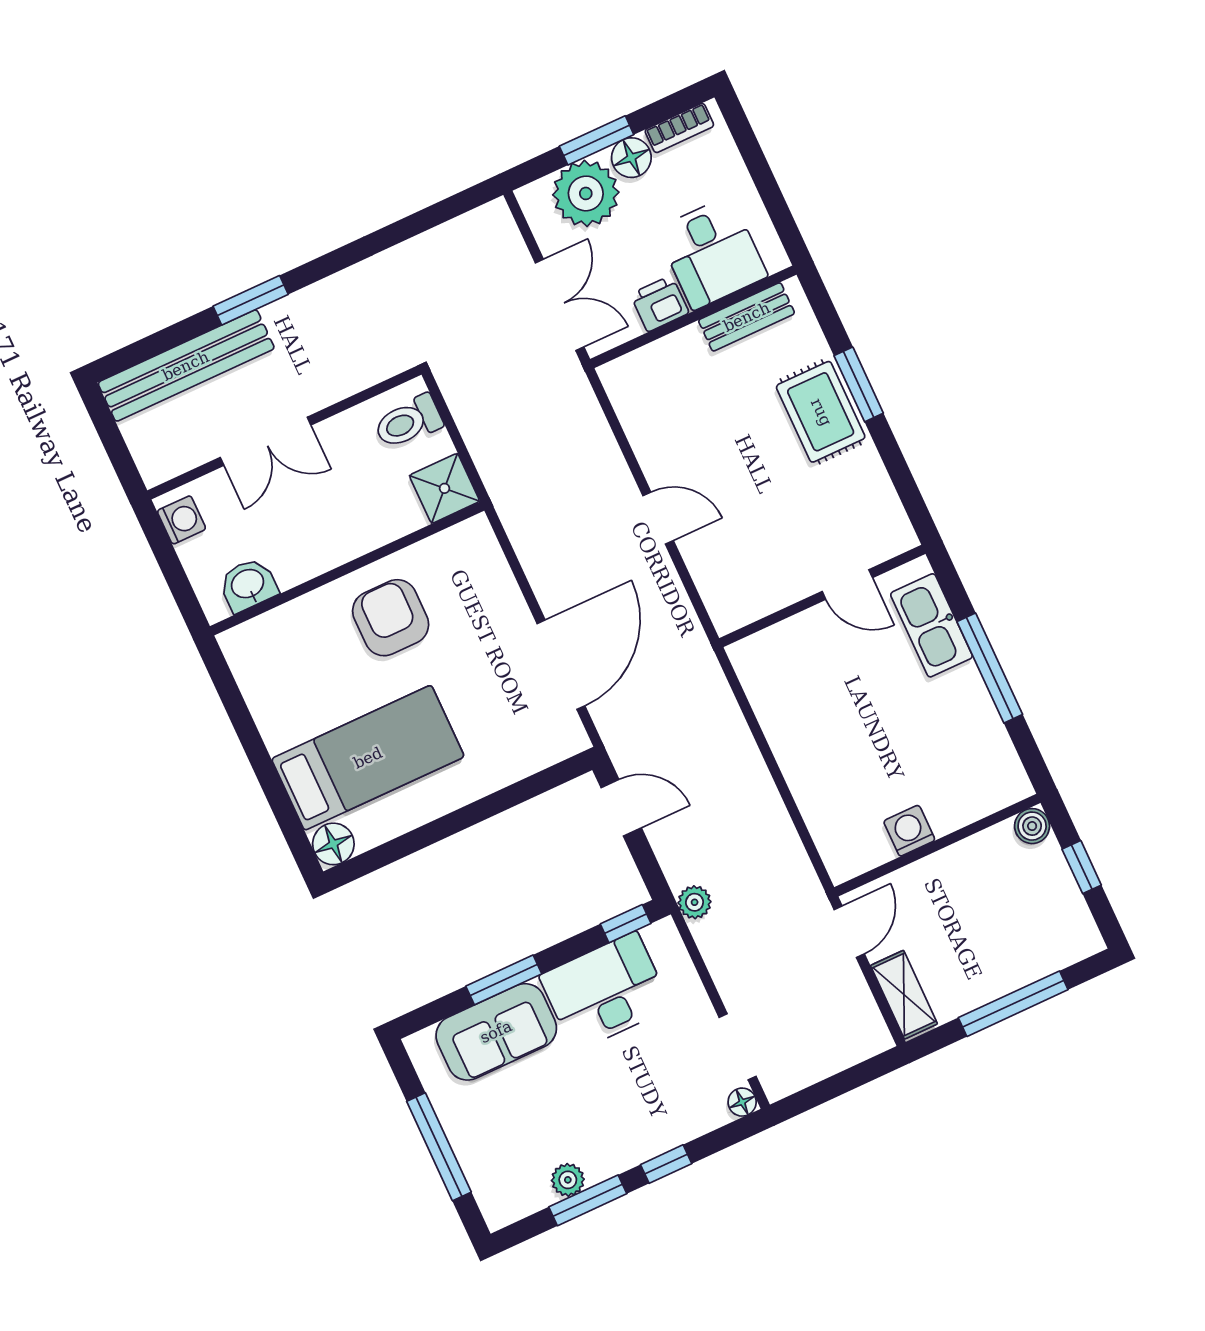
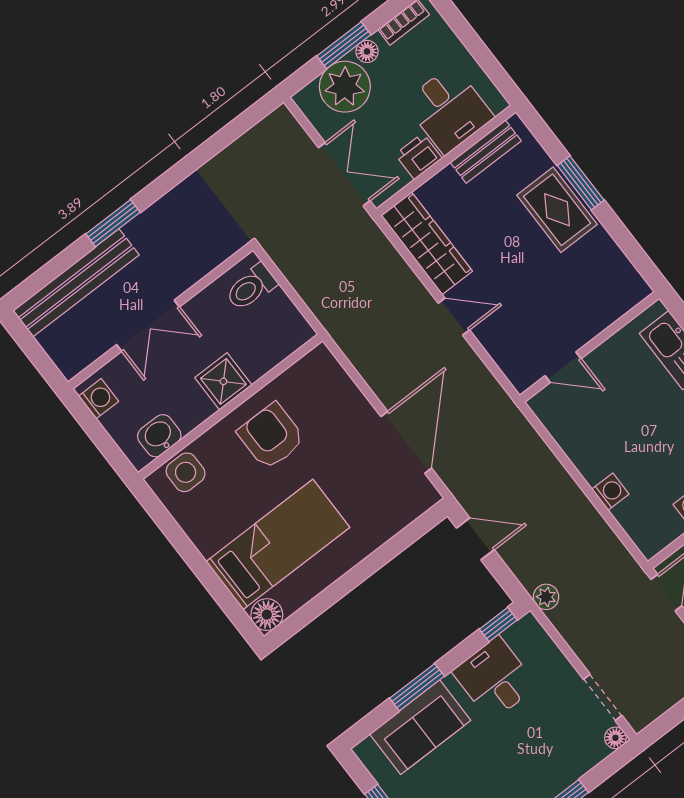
floor lamp: (631, 158) -> (367, 51), width x0.73, depth x0.73
wardrobe: (645, 417) -> (427, 243), added
shower: (445, 488) -> (223, 381), moved
door: (847, 584) -> (563, 367), moved
side table: (271, 639) -> (186, 472), added
washing machine: (807, 787) -> (610, 492), added
desk: (605, 992) -> (495, 679), width x0.73

